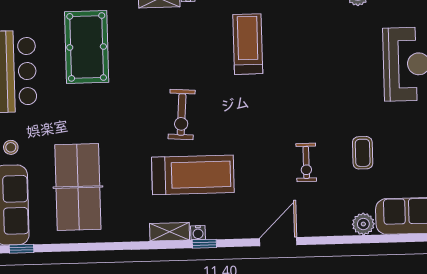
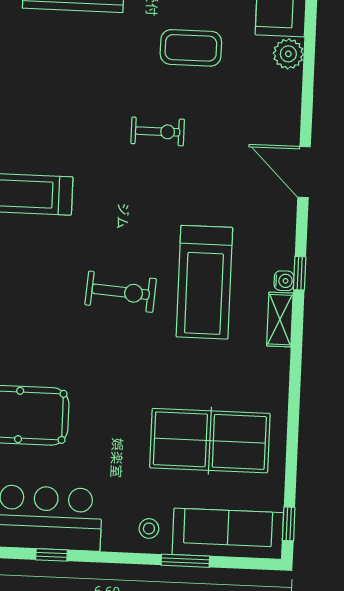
coffee table: (363, 153) -> (191, 48), width x1.36, depth x1.30
exercise bike: (306, 162) -> (158, 131), moved
treadmill: (193, 175) -> (204, 282), turned 180

